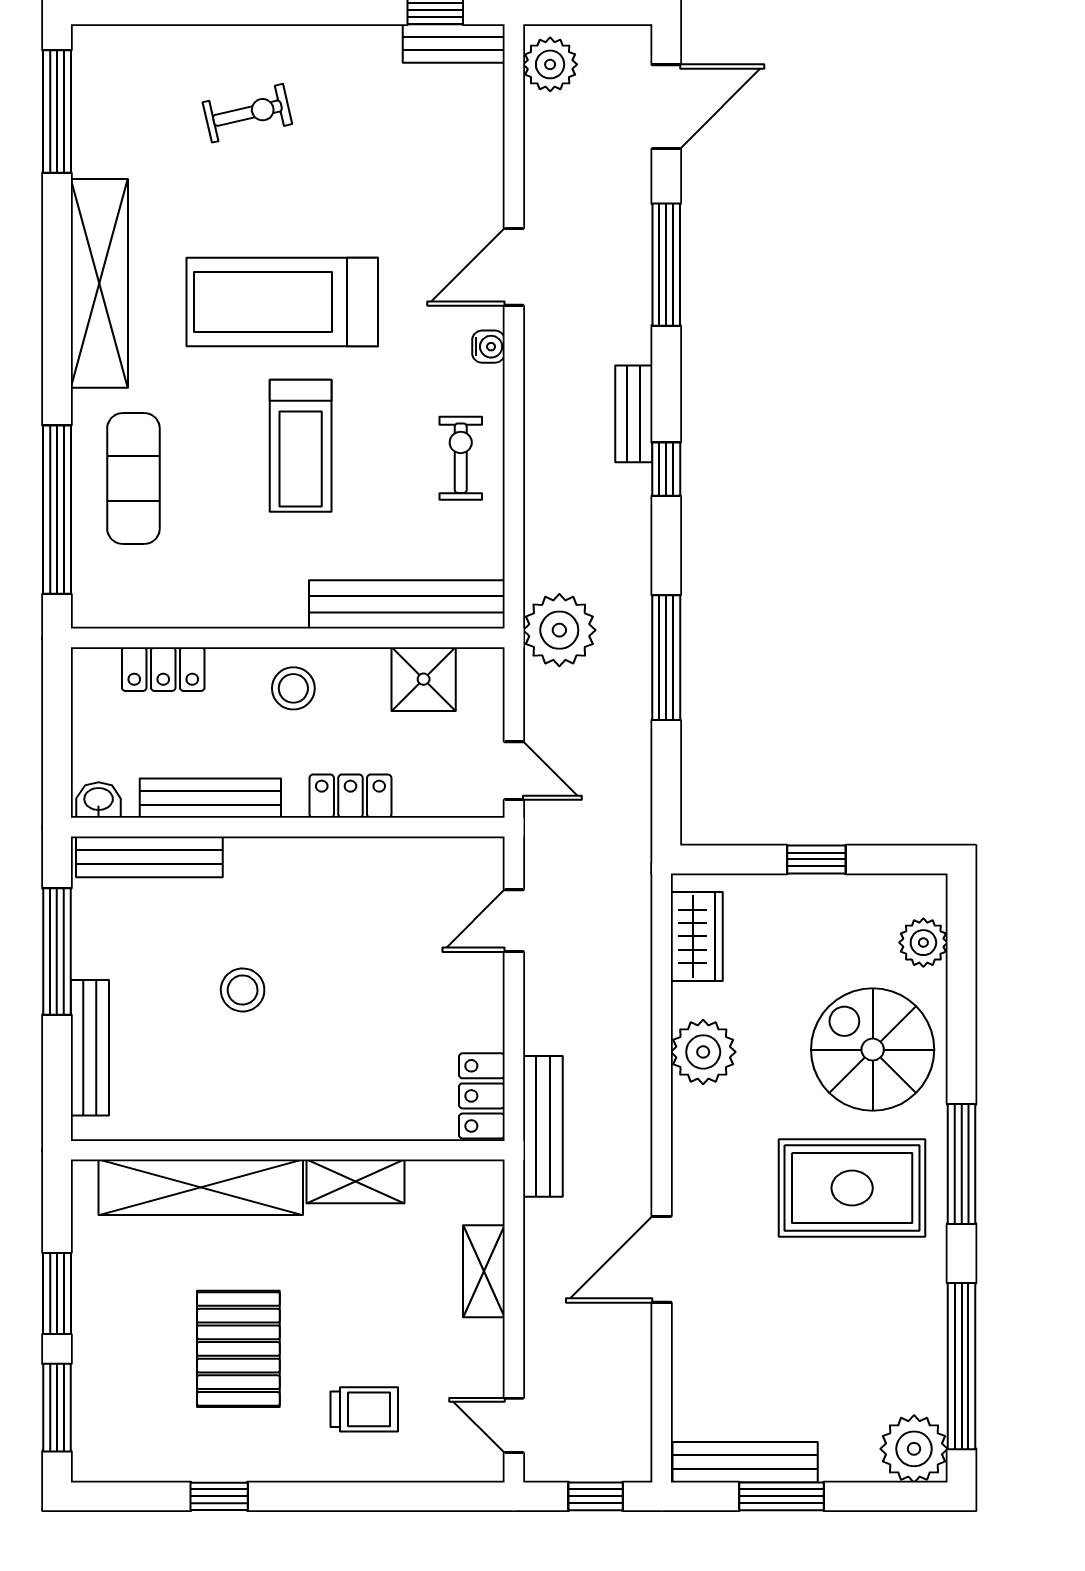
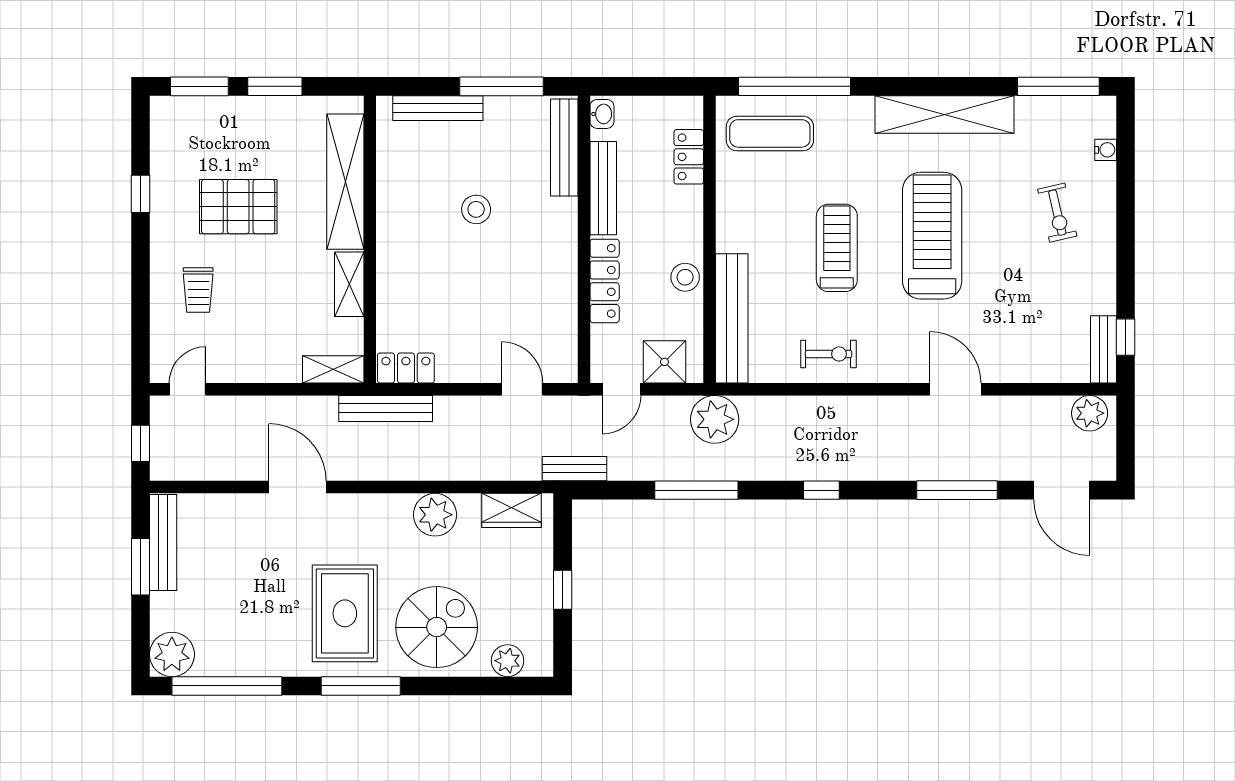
water cooler: (488, 347) -> (1106, 150), moved, turned -90
bench: (634, 414) -> (574, 469), moved
treadmill: (301, 446) -> (837, 248), turned 90
exercise mat: (133, 478) -> (770, 133), moved
shower: (424, 679) -> (664, 362), moved
stool: (293, 688) -> (685, 277), moved
locker: (350, 796) -> (605, 281), width x1.53
shelving: (484, 1271) -> (333, 369), moved

